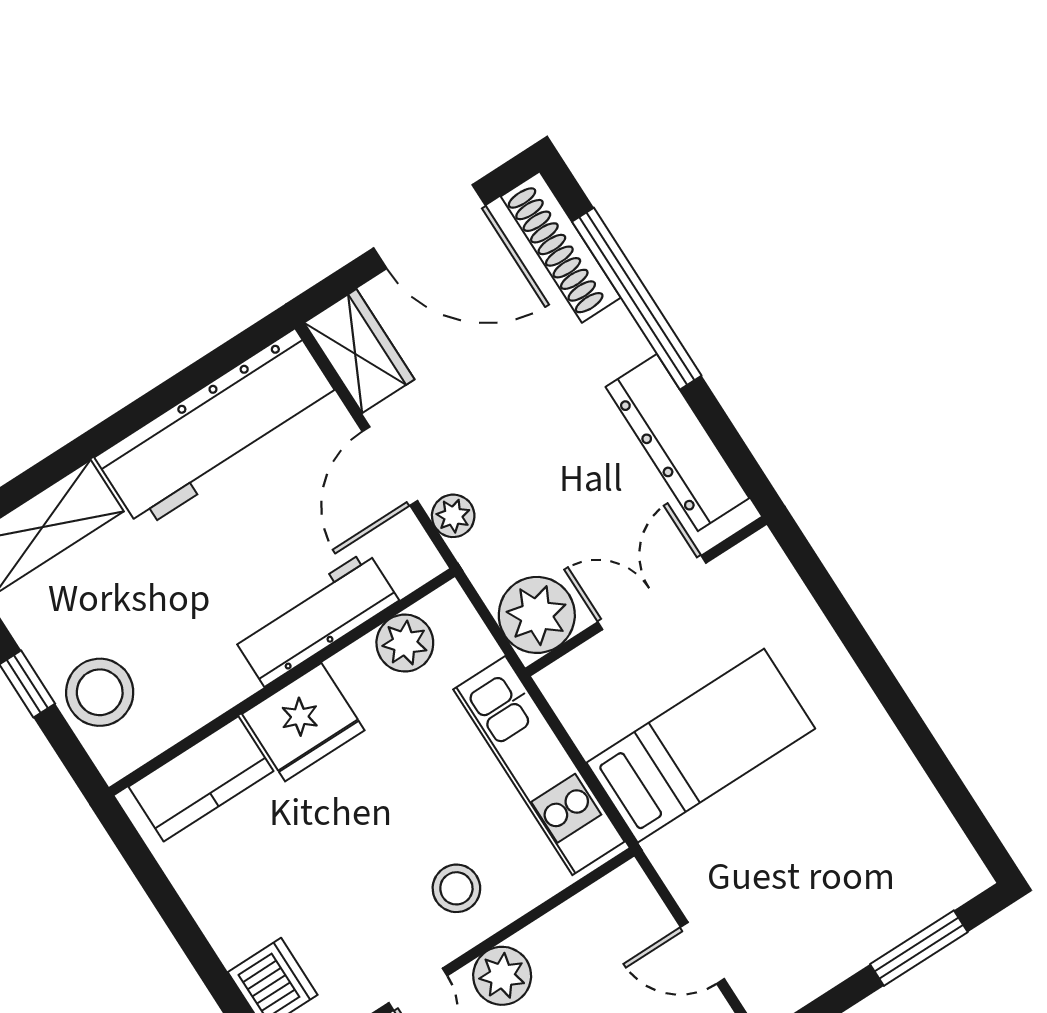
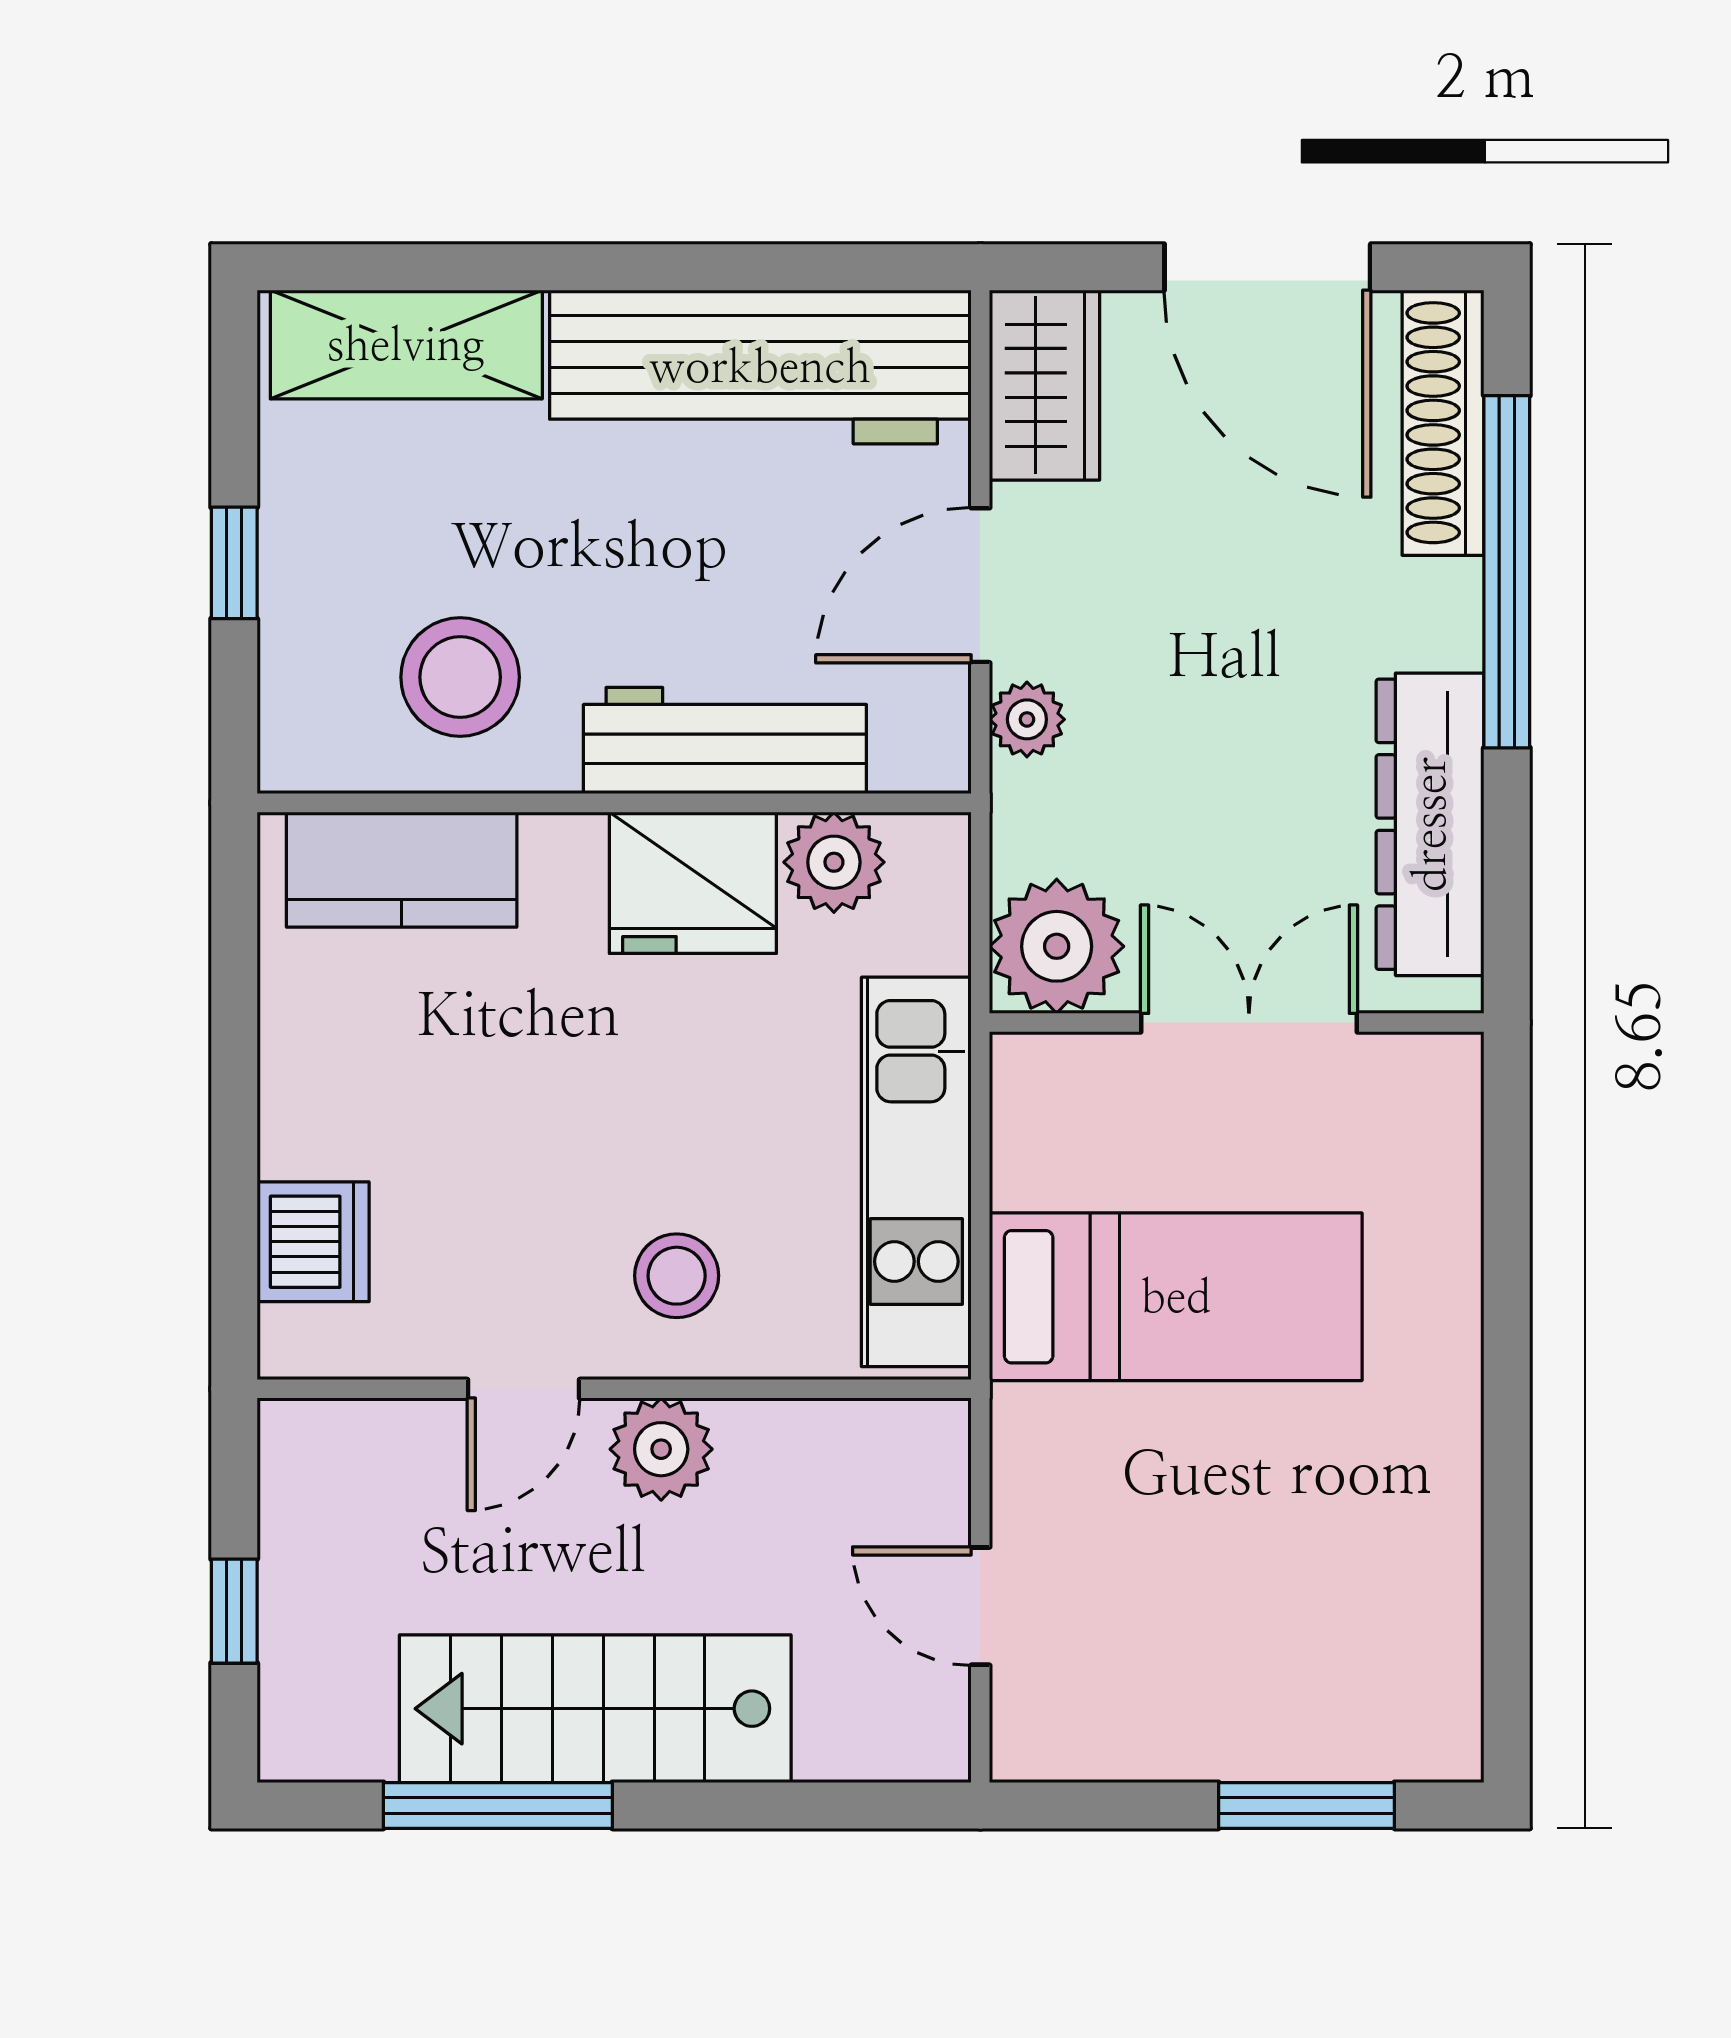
stool: (100, 692) -> (460, 677), moved
fridge: (303, 722) -> (693, 883), moved

